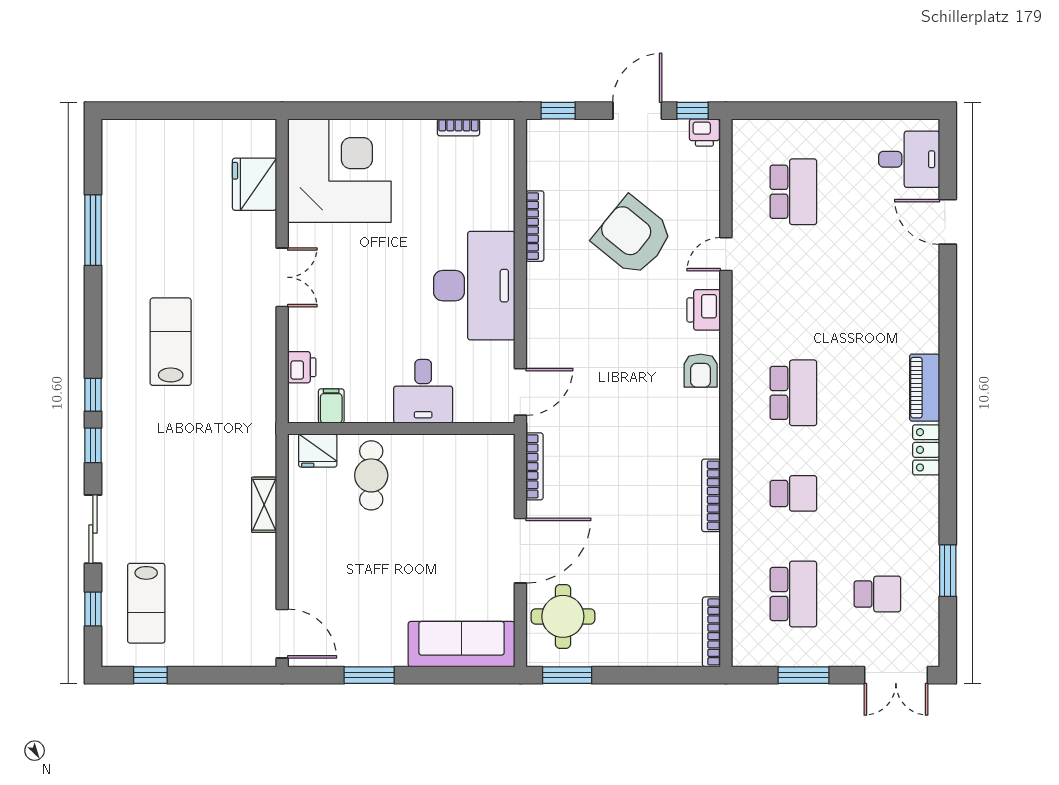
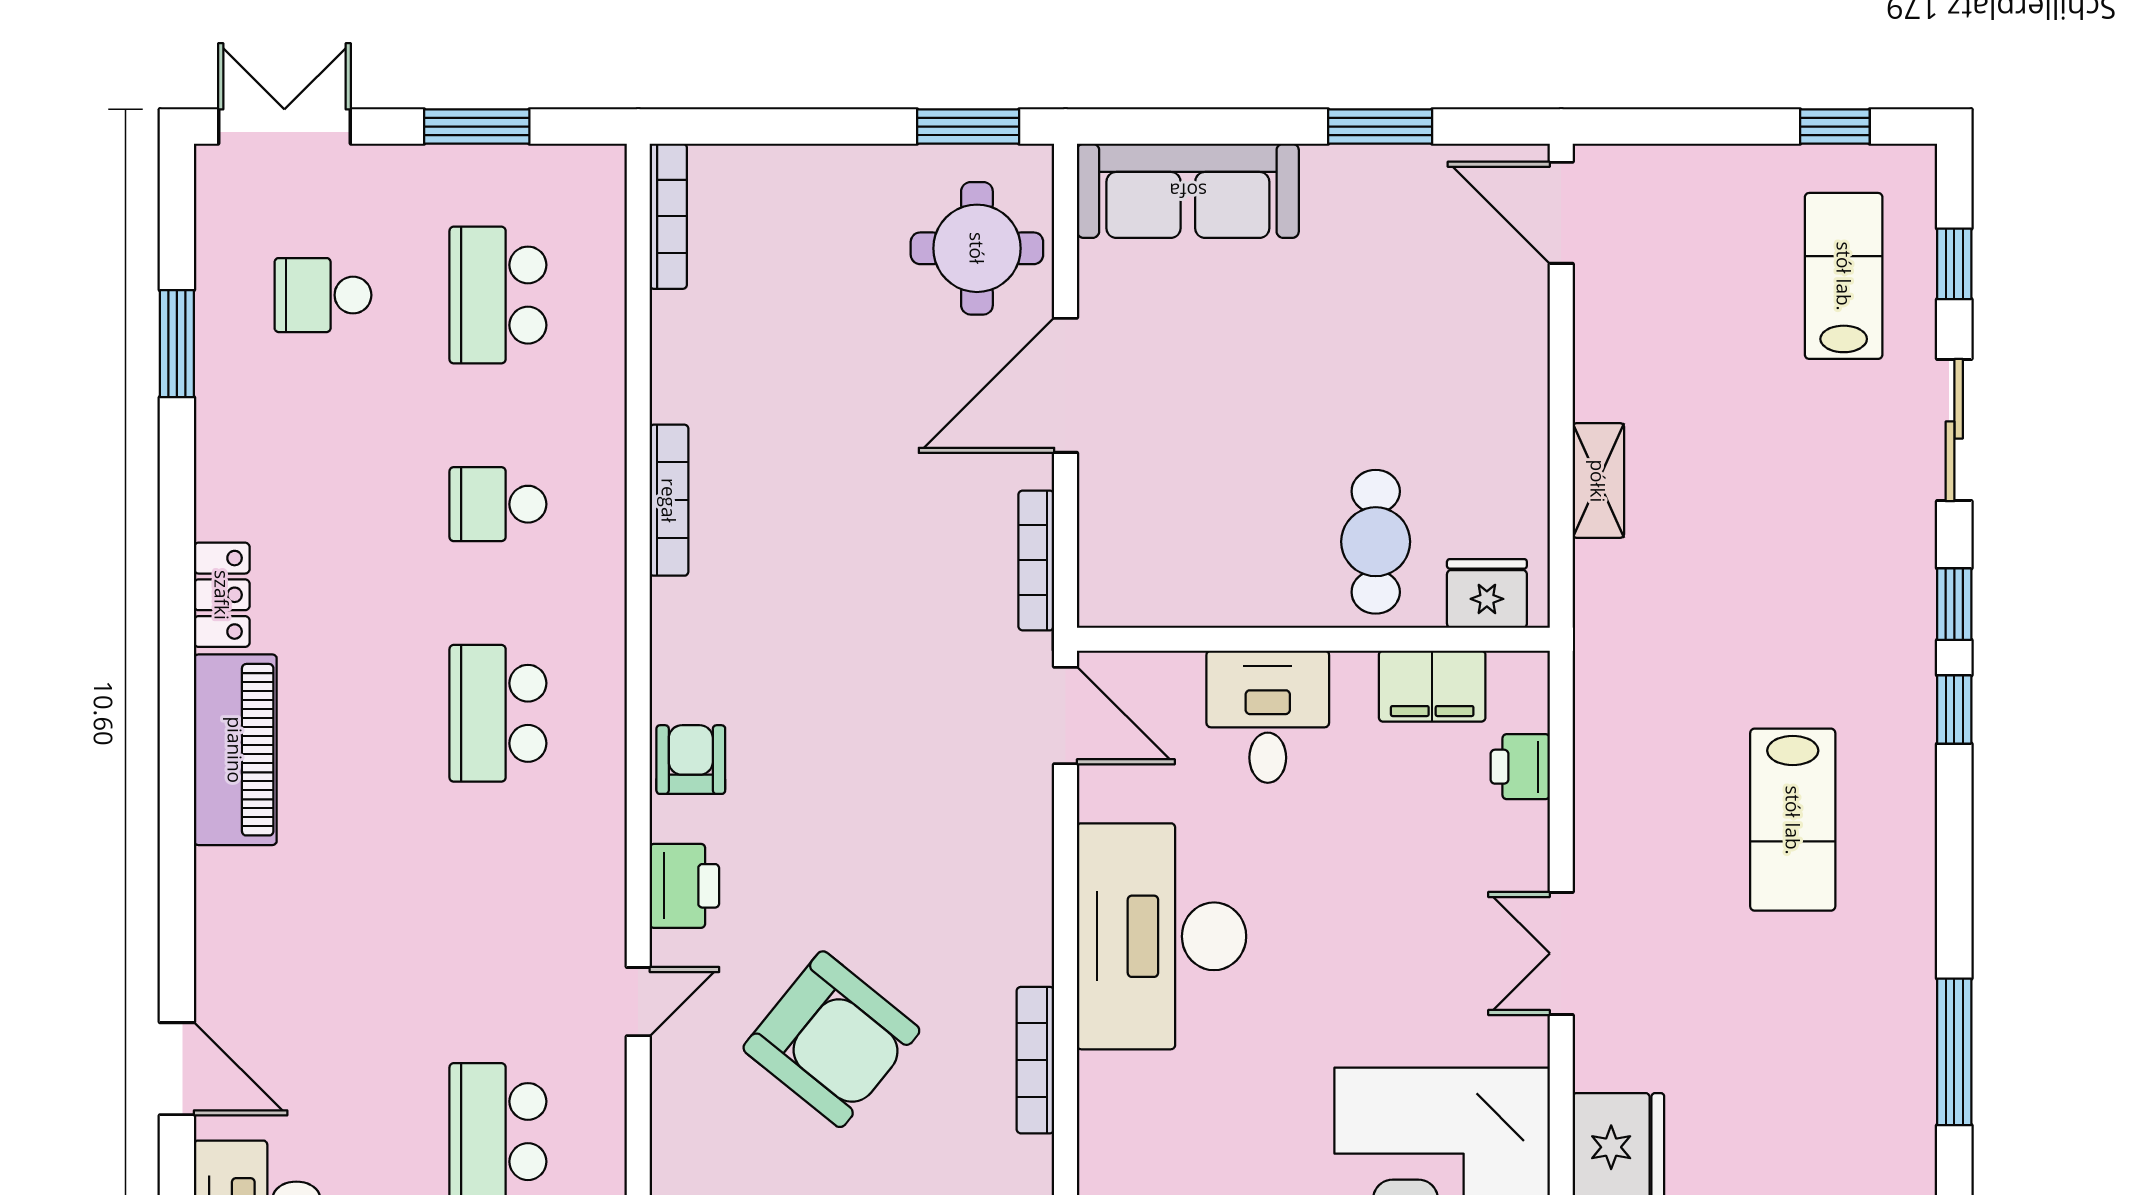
piano: (925, 388) -> (235, 750), width x1.37, depth x1.33
door: (520, 392) -> (1066, 715), swing flipped
filing cabinet: (331, 406) -> (1432, 686), width x2.00

